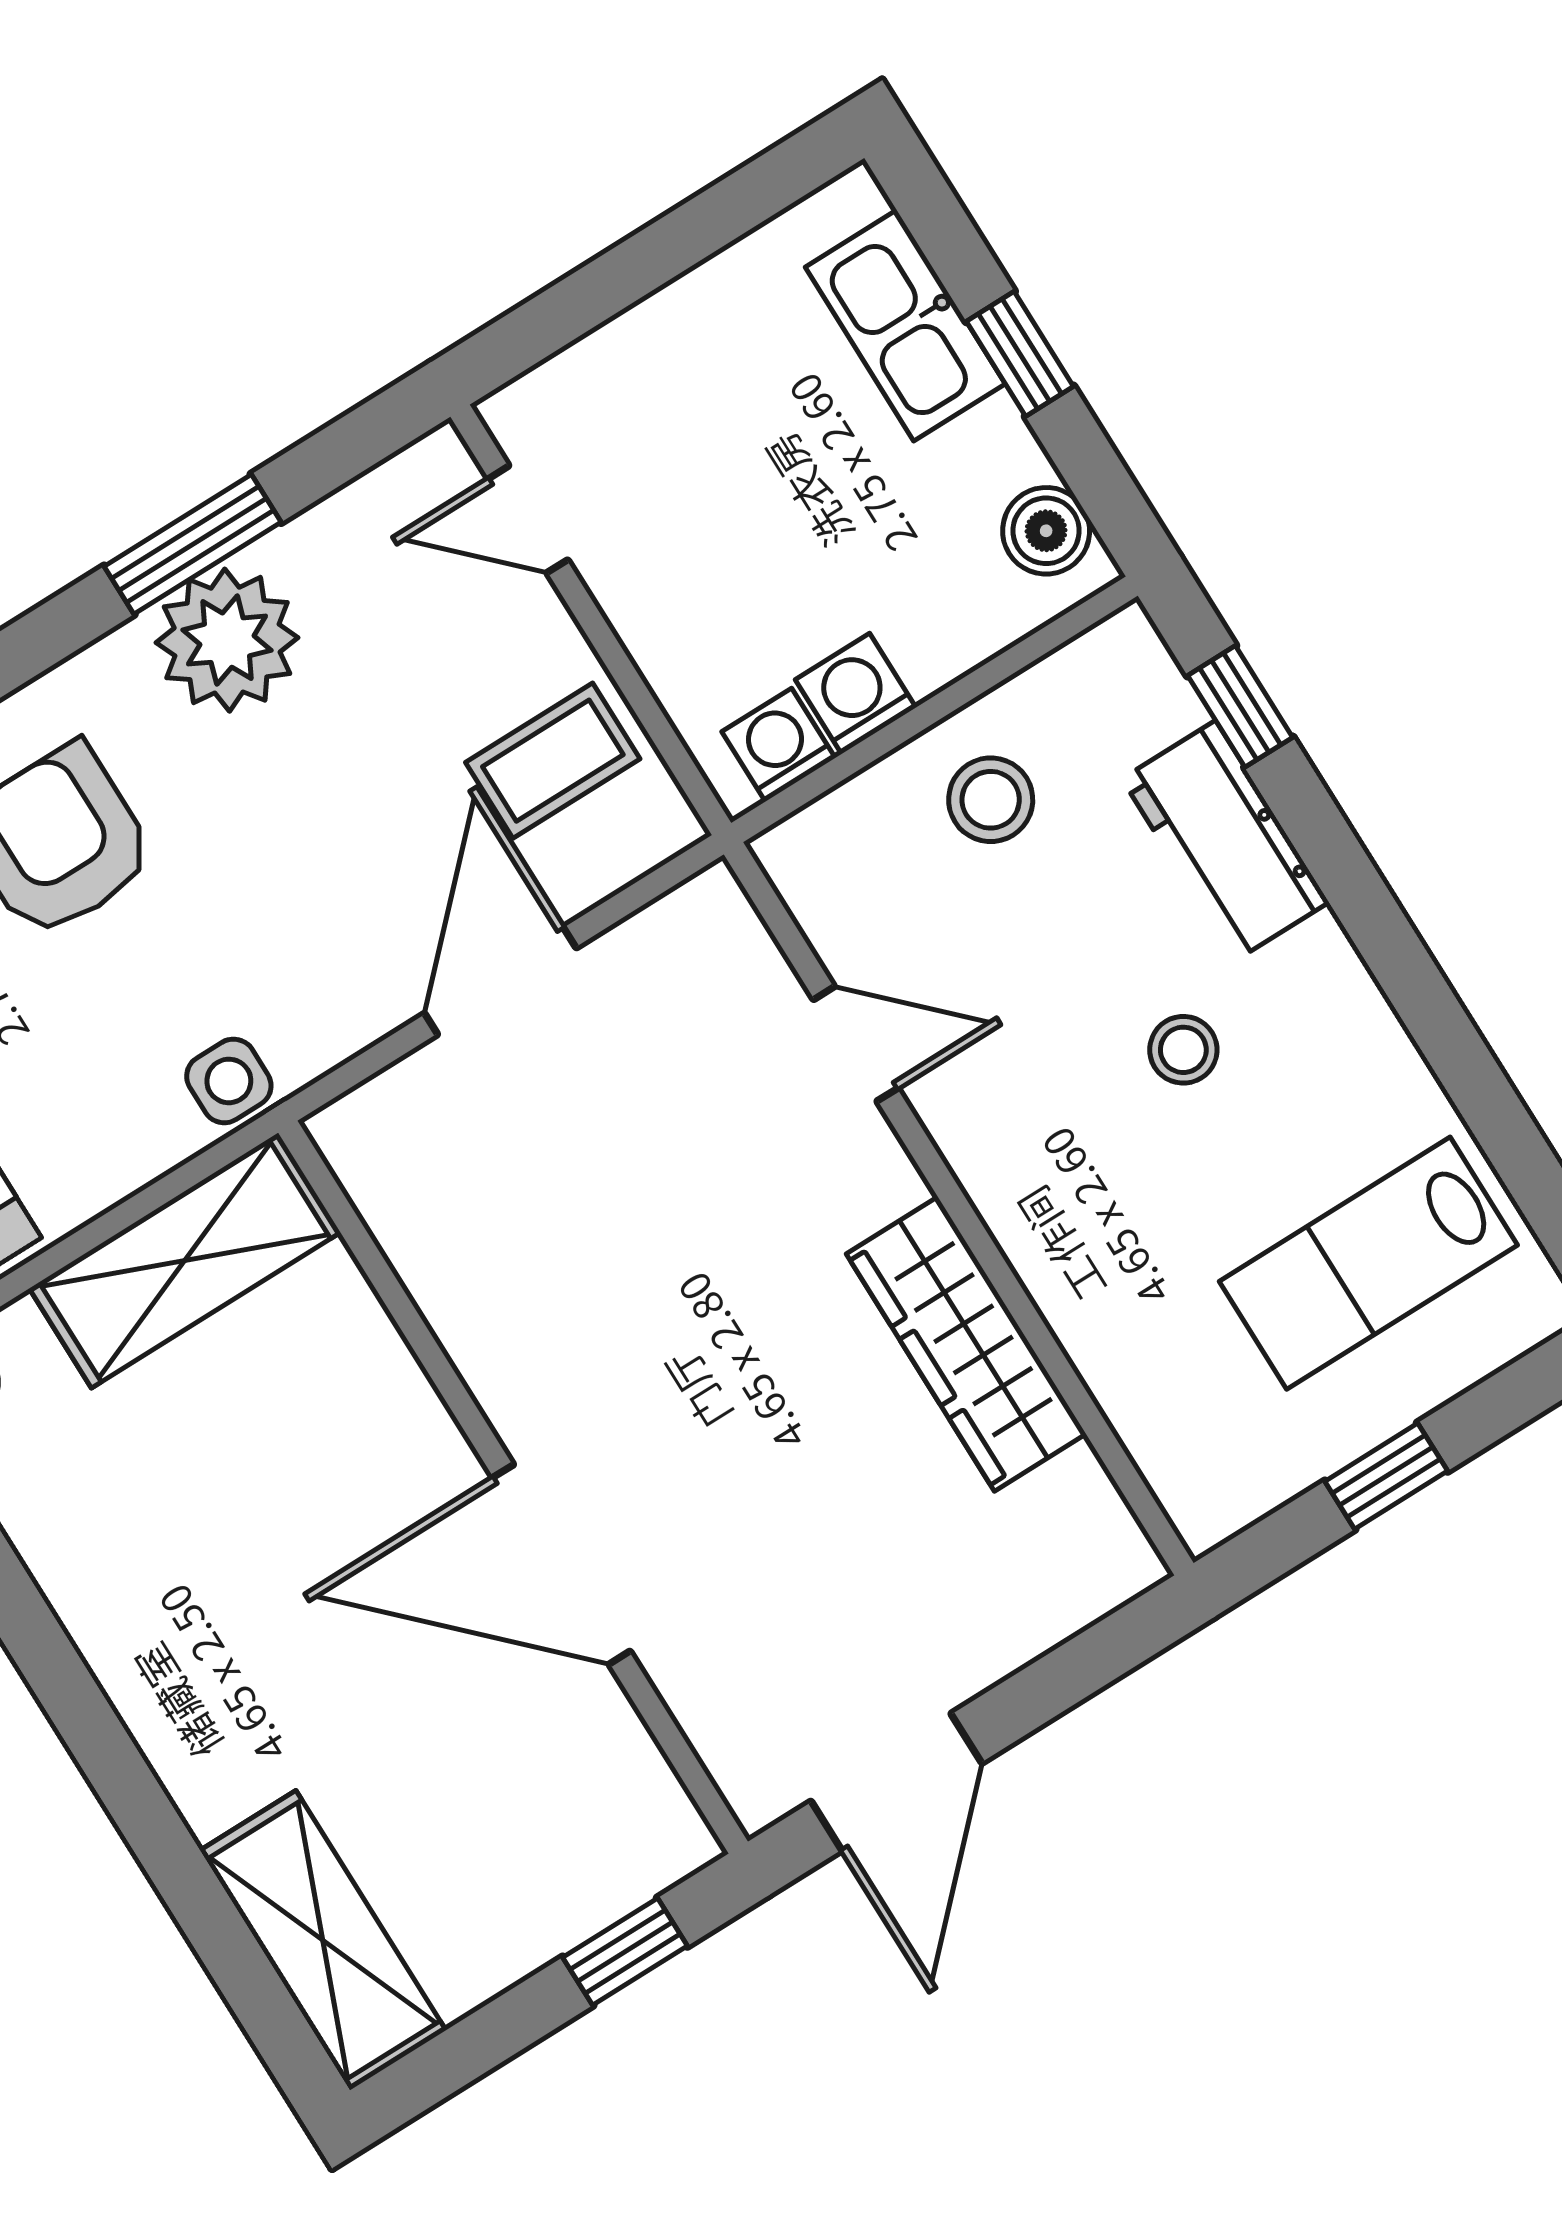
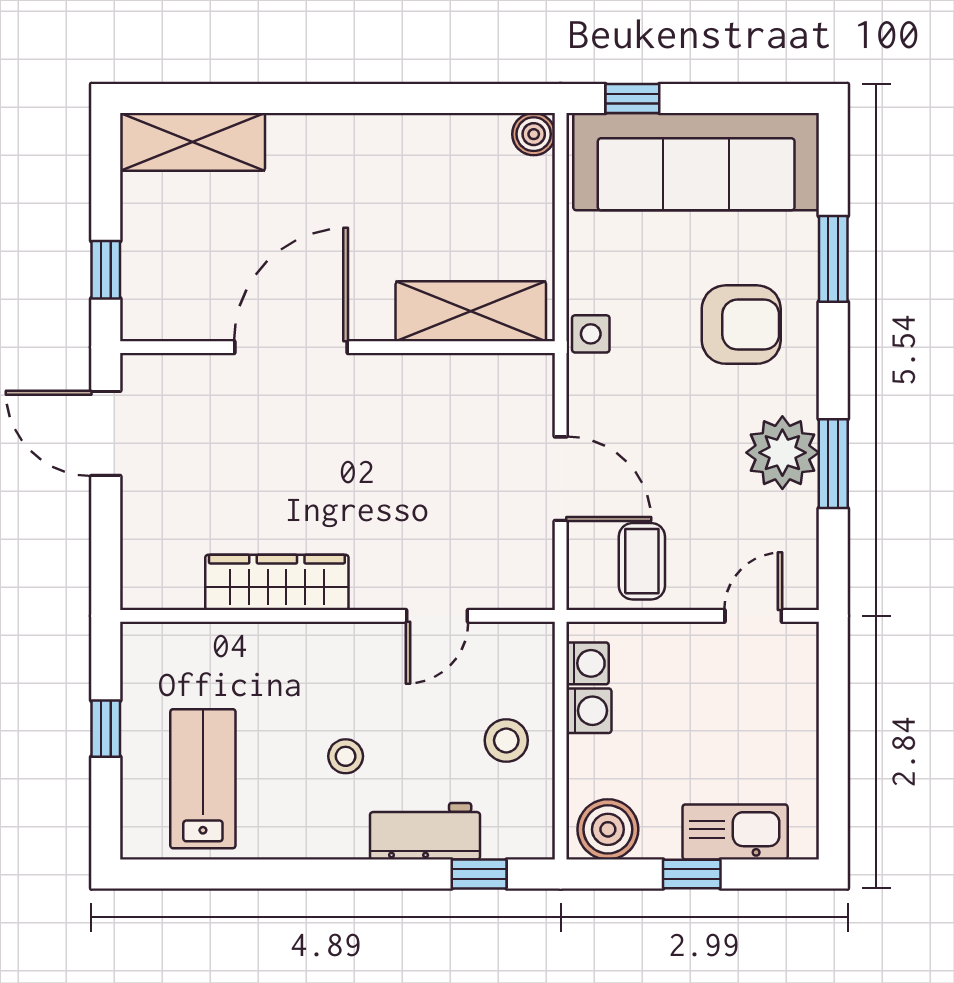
boiler: (1046, 531) -> (608, 829), width x1.36, depth x1.36
shelving: (185, 1260) -> (471, 311), moved, turned 90

